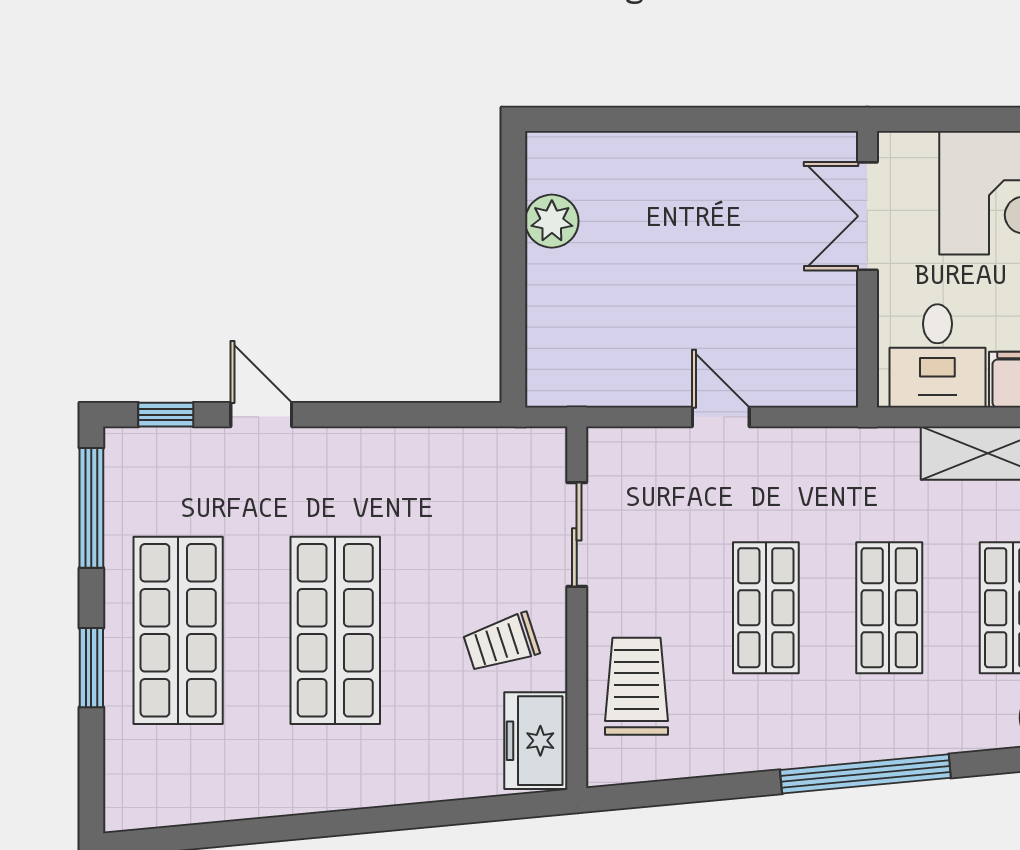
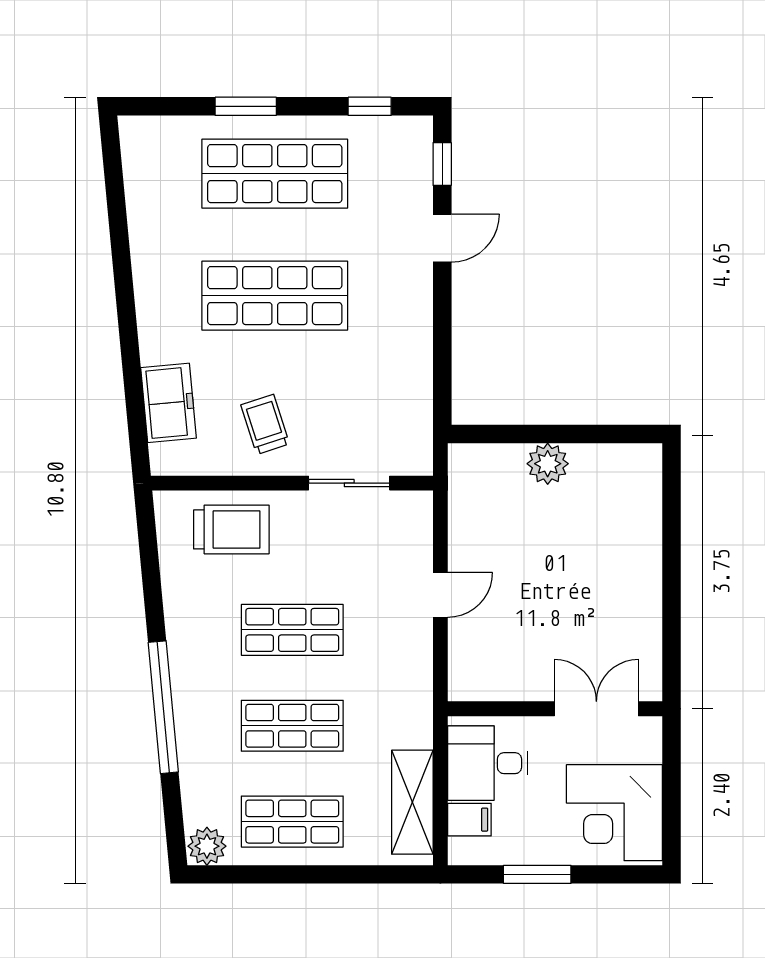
plant: (552, 221) -> (548, 464), moved
window: (91, 508) -> (370, 106), width x0.46
freezer: (536, 741) -> (169, 403), moved, turned 85

